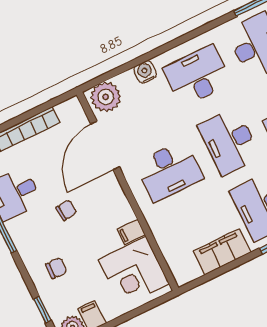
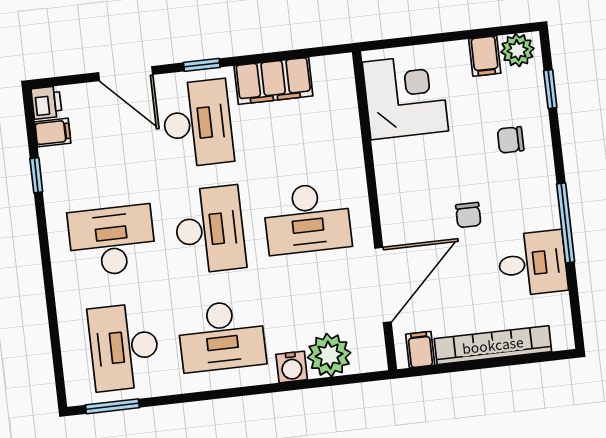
plant: (106, 97) -> (329, 355), moved
desk: (169, 171) -> (307, 218), turned 180
chair: (66, 210) -> (468, 215), turned -85
filing cabinet: (131, 232) -> (420, 350), moved, turned -90

